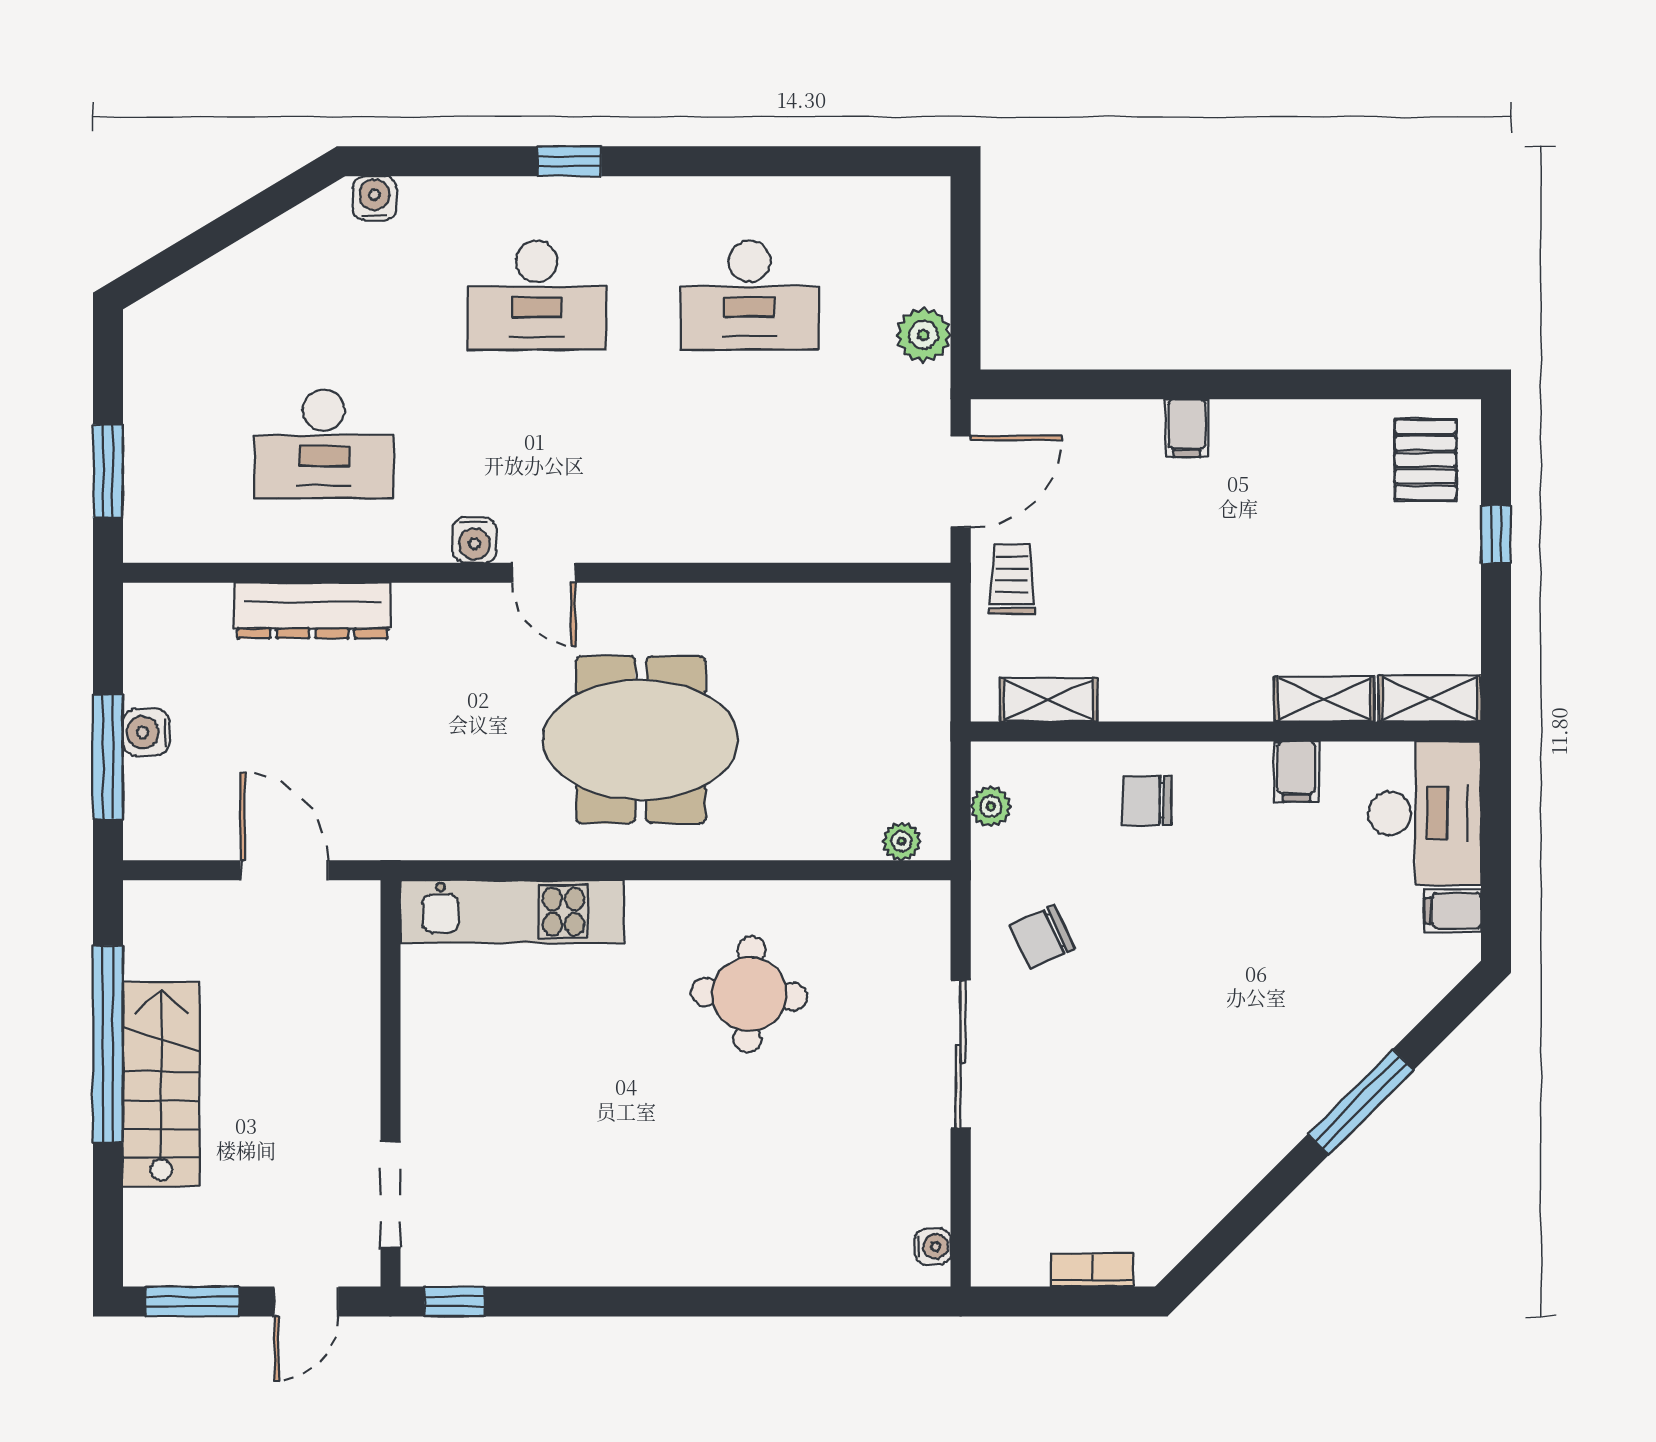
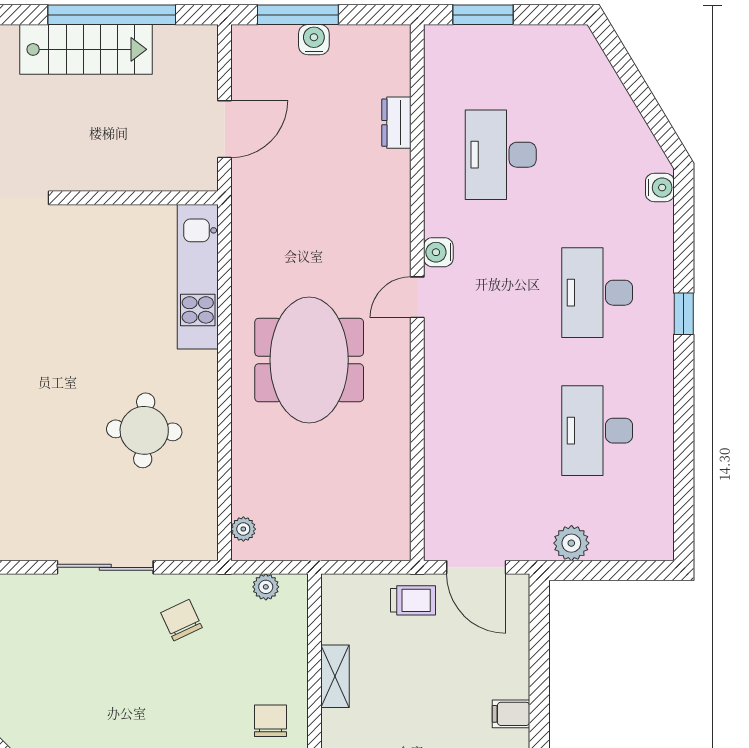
dresser: (313, 611) -> (396, 123), width x0.51, depth x0.80
shelving: (1048, 700) -> (335, 676), moved
chair: (1147, 800) -> (270, 721), moved

